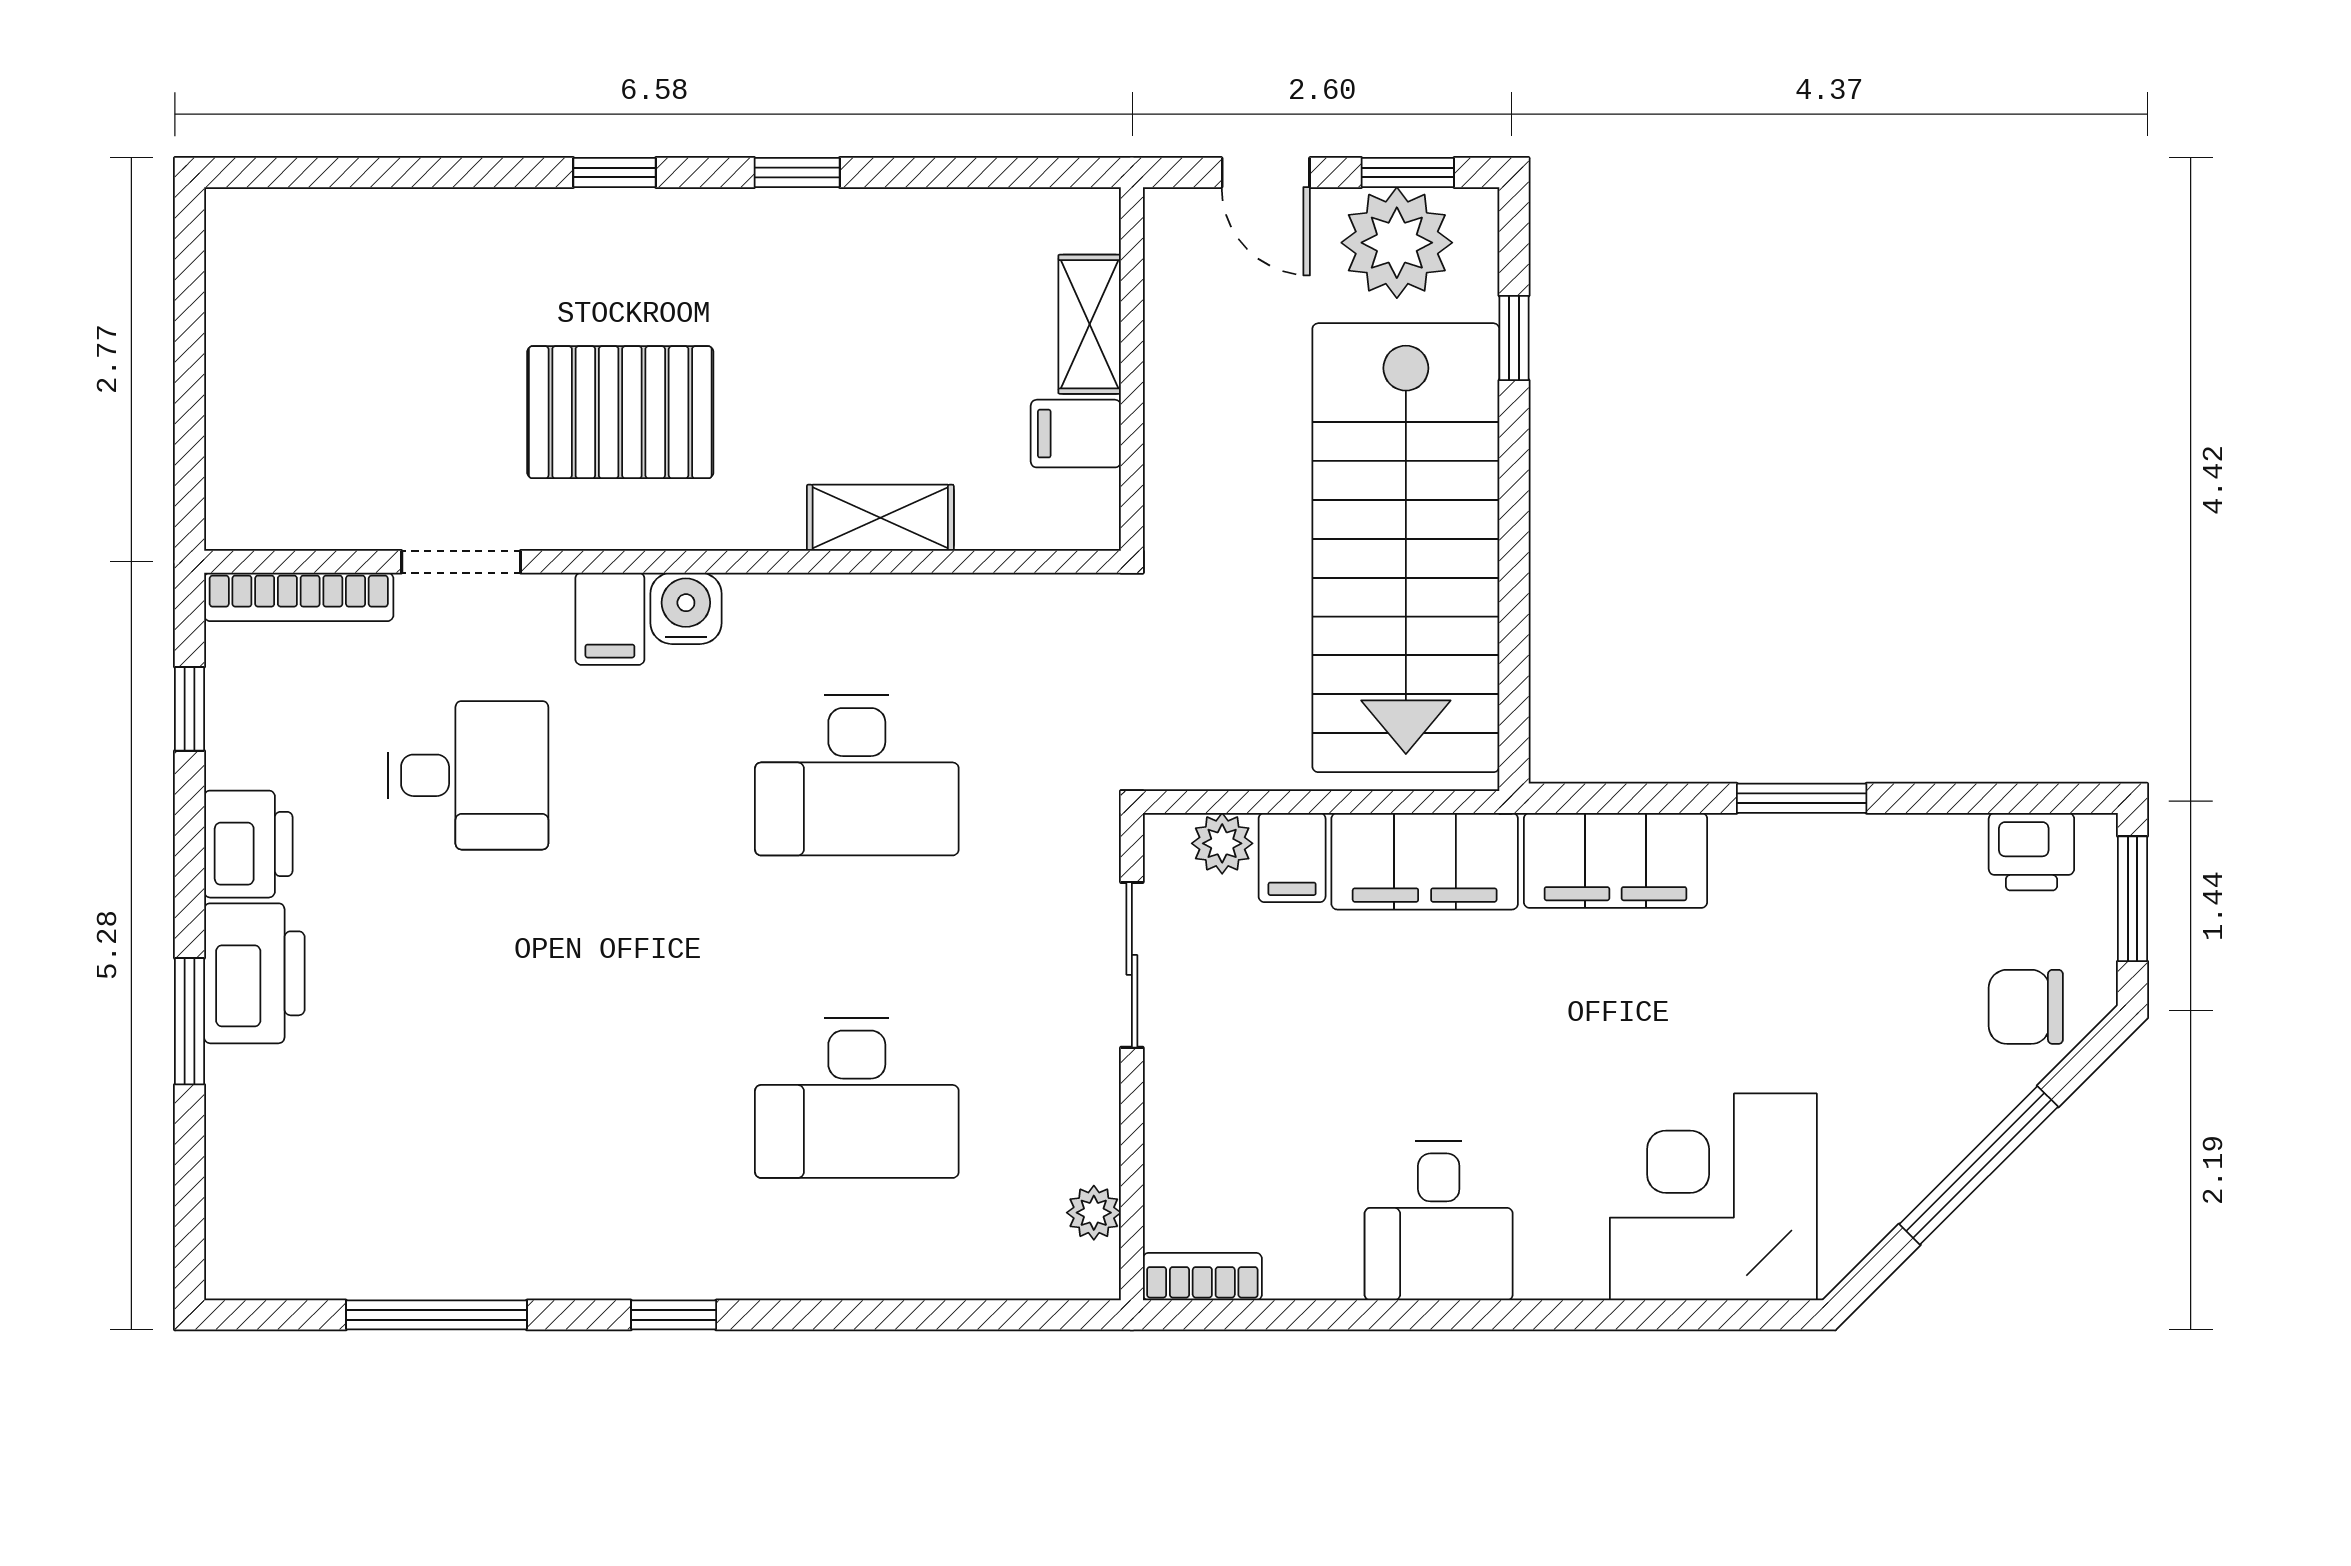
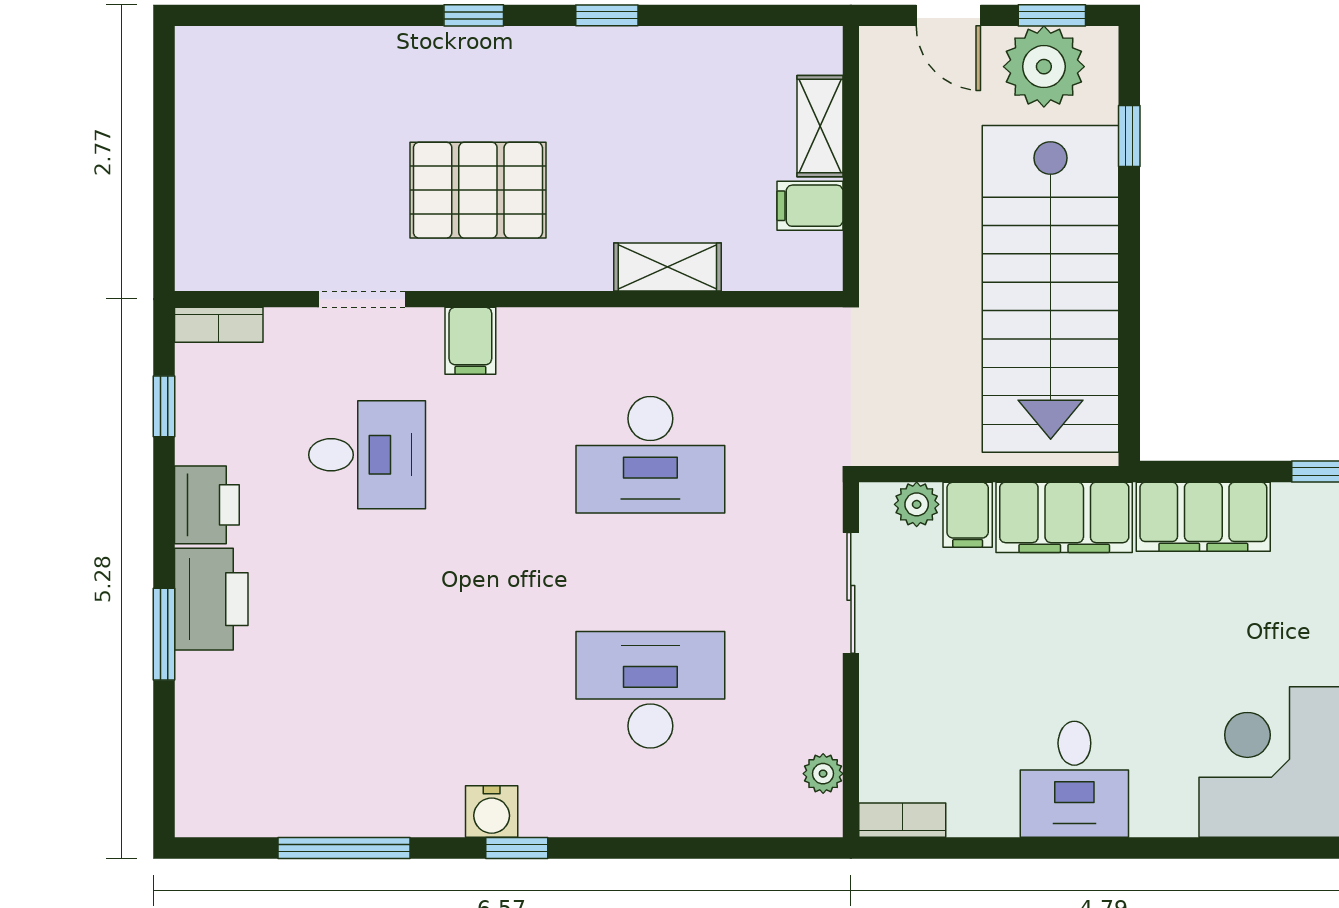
bookcase: (299, 597) -> (219, 325), width x0.64
water cooler: (686, 608) -> (492, 811), moved, turned 180
desk: (857, 1098) -> (650, 690), turned 180

